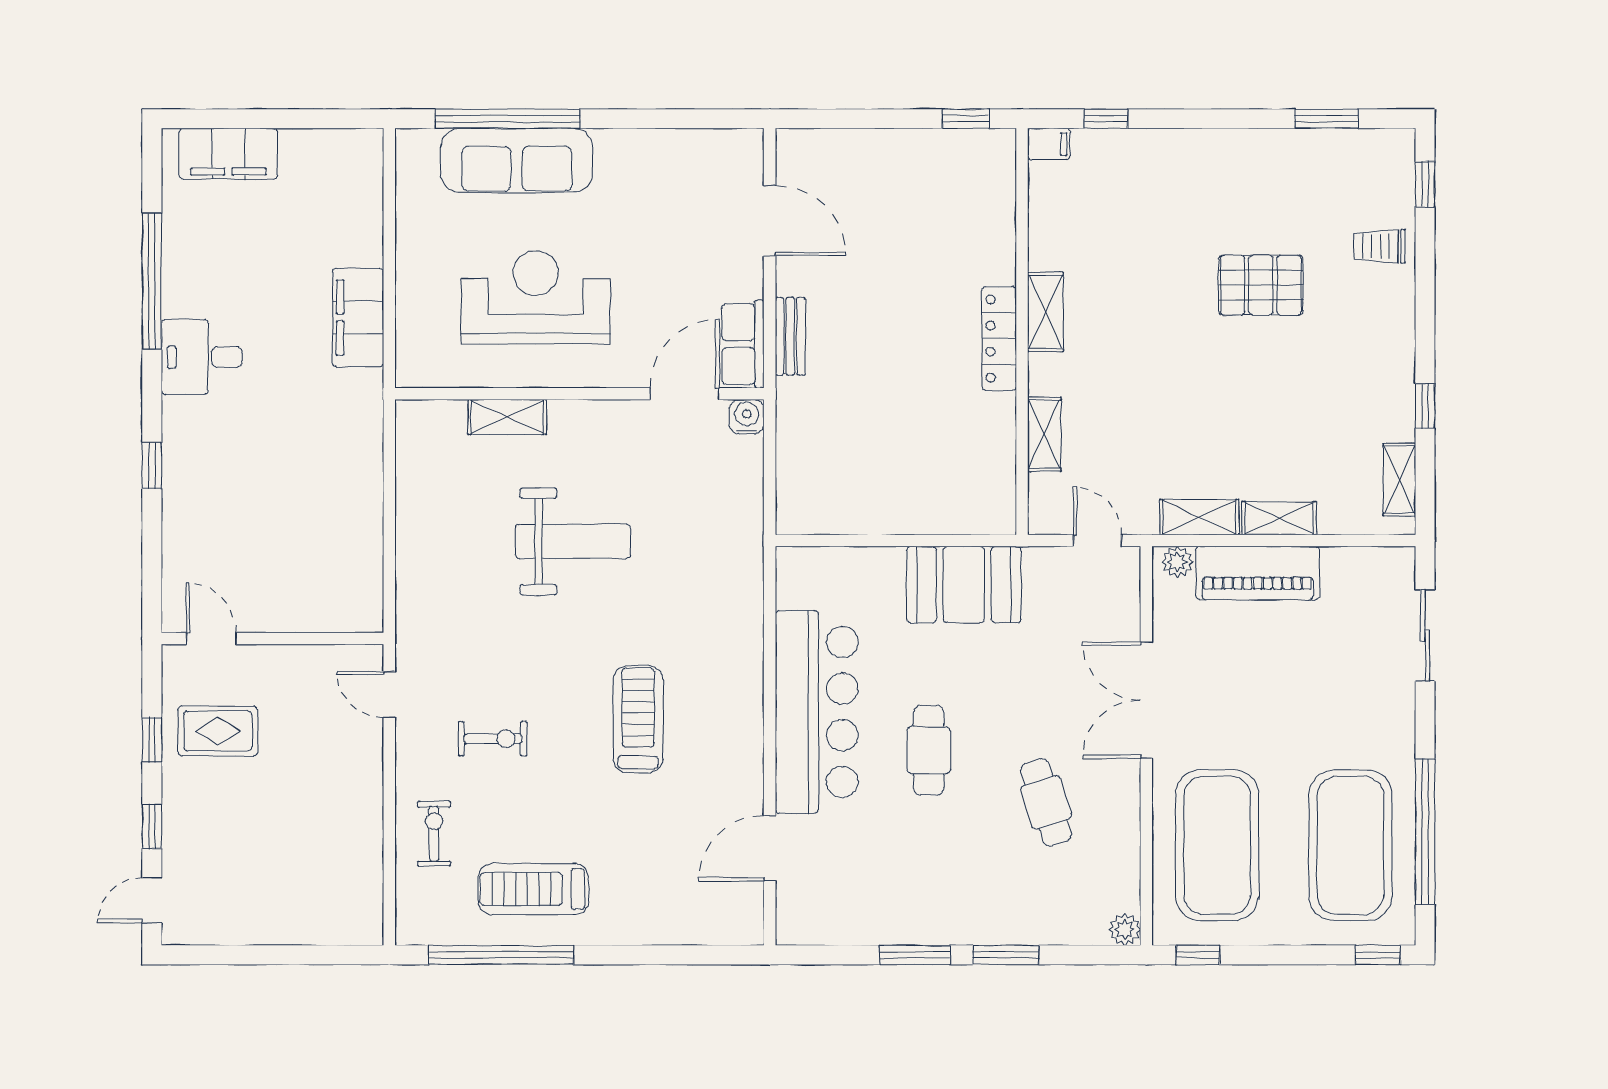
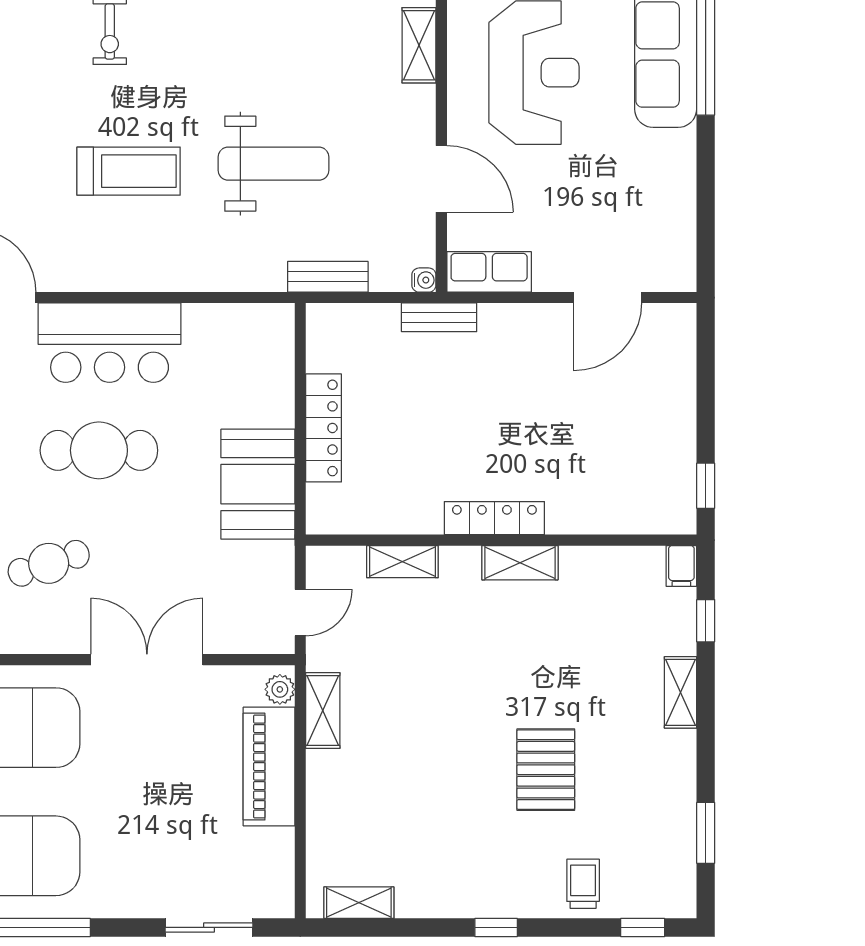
bench: (790, 336) -> (439, 317), moved
door: (685, 394) -> (441, 179), moved
window: (1425, 406) -> (496, 927), moved
water cooler: (747, 417) -> (424, 280), width x0.72, depth x0.72
bench: (748, 512) -> (328, 277), added
locker: (905, 516) -> (324, 428), added
shelving: (1279, 518) -> (681, 692), moved
weight bench: (573, 541) -> (274, 164), moved, turned -90
bar counter: (817, 712) -> (110, 343), width x0.73
cafe table: (929, 750) -> (99, 450), width x1.37, depth x1.35

